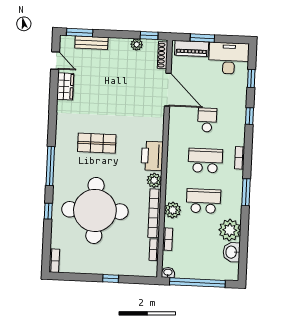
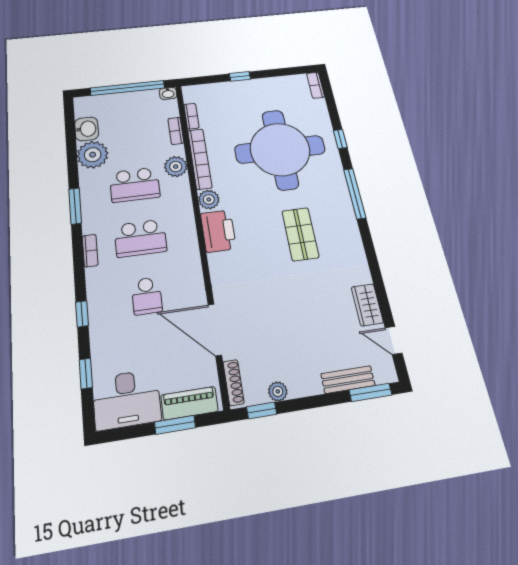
shop shelf: (97, 143) -> (300, 234), turned 90

